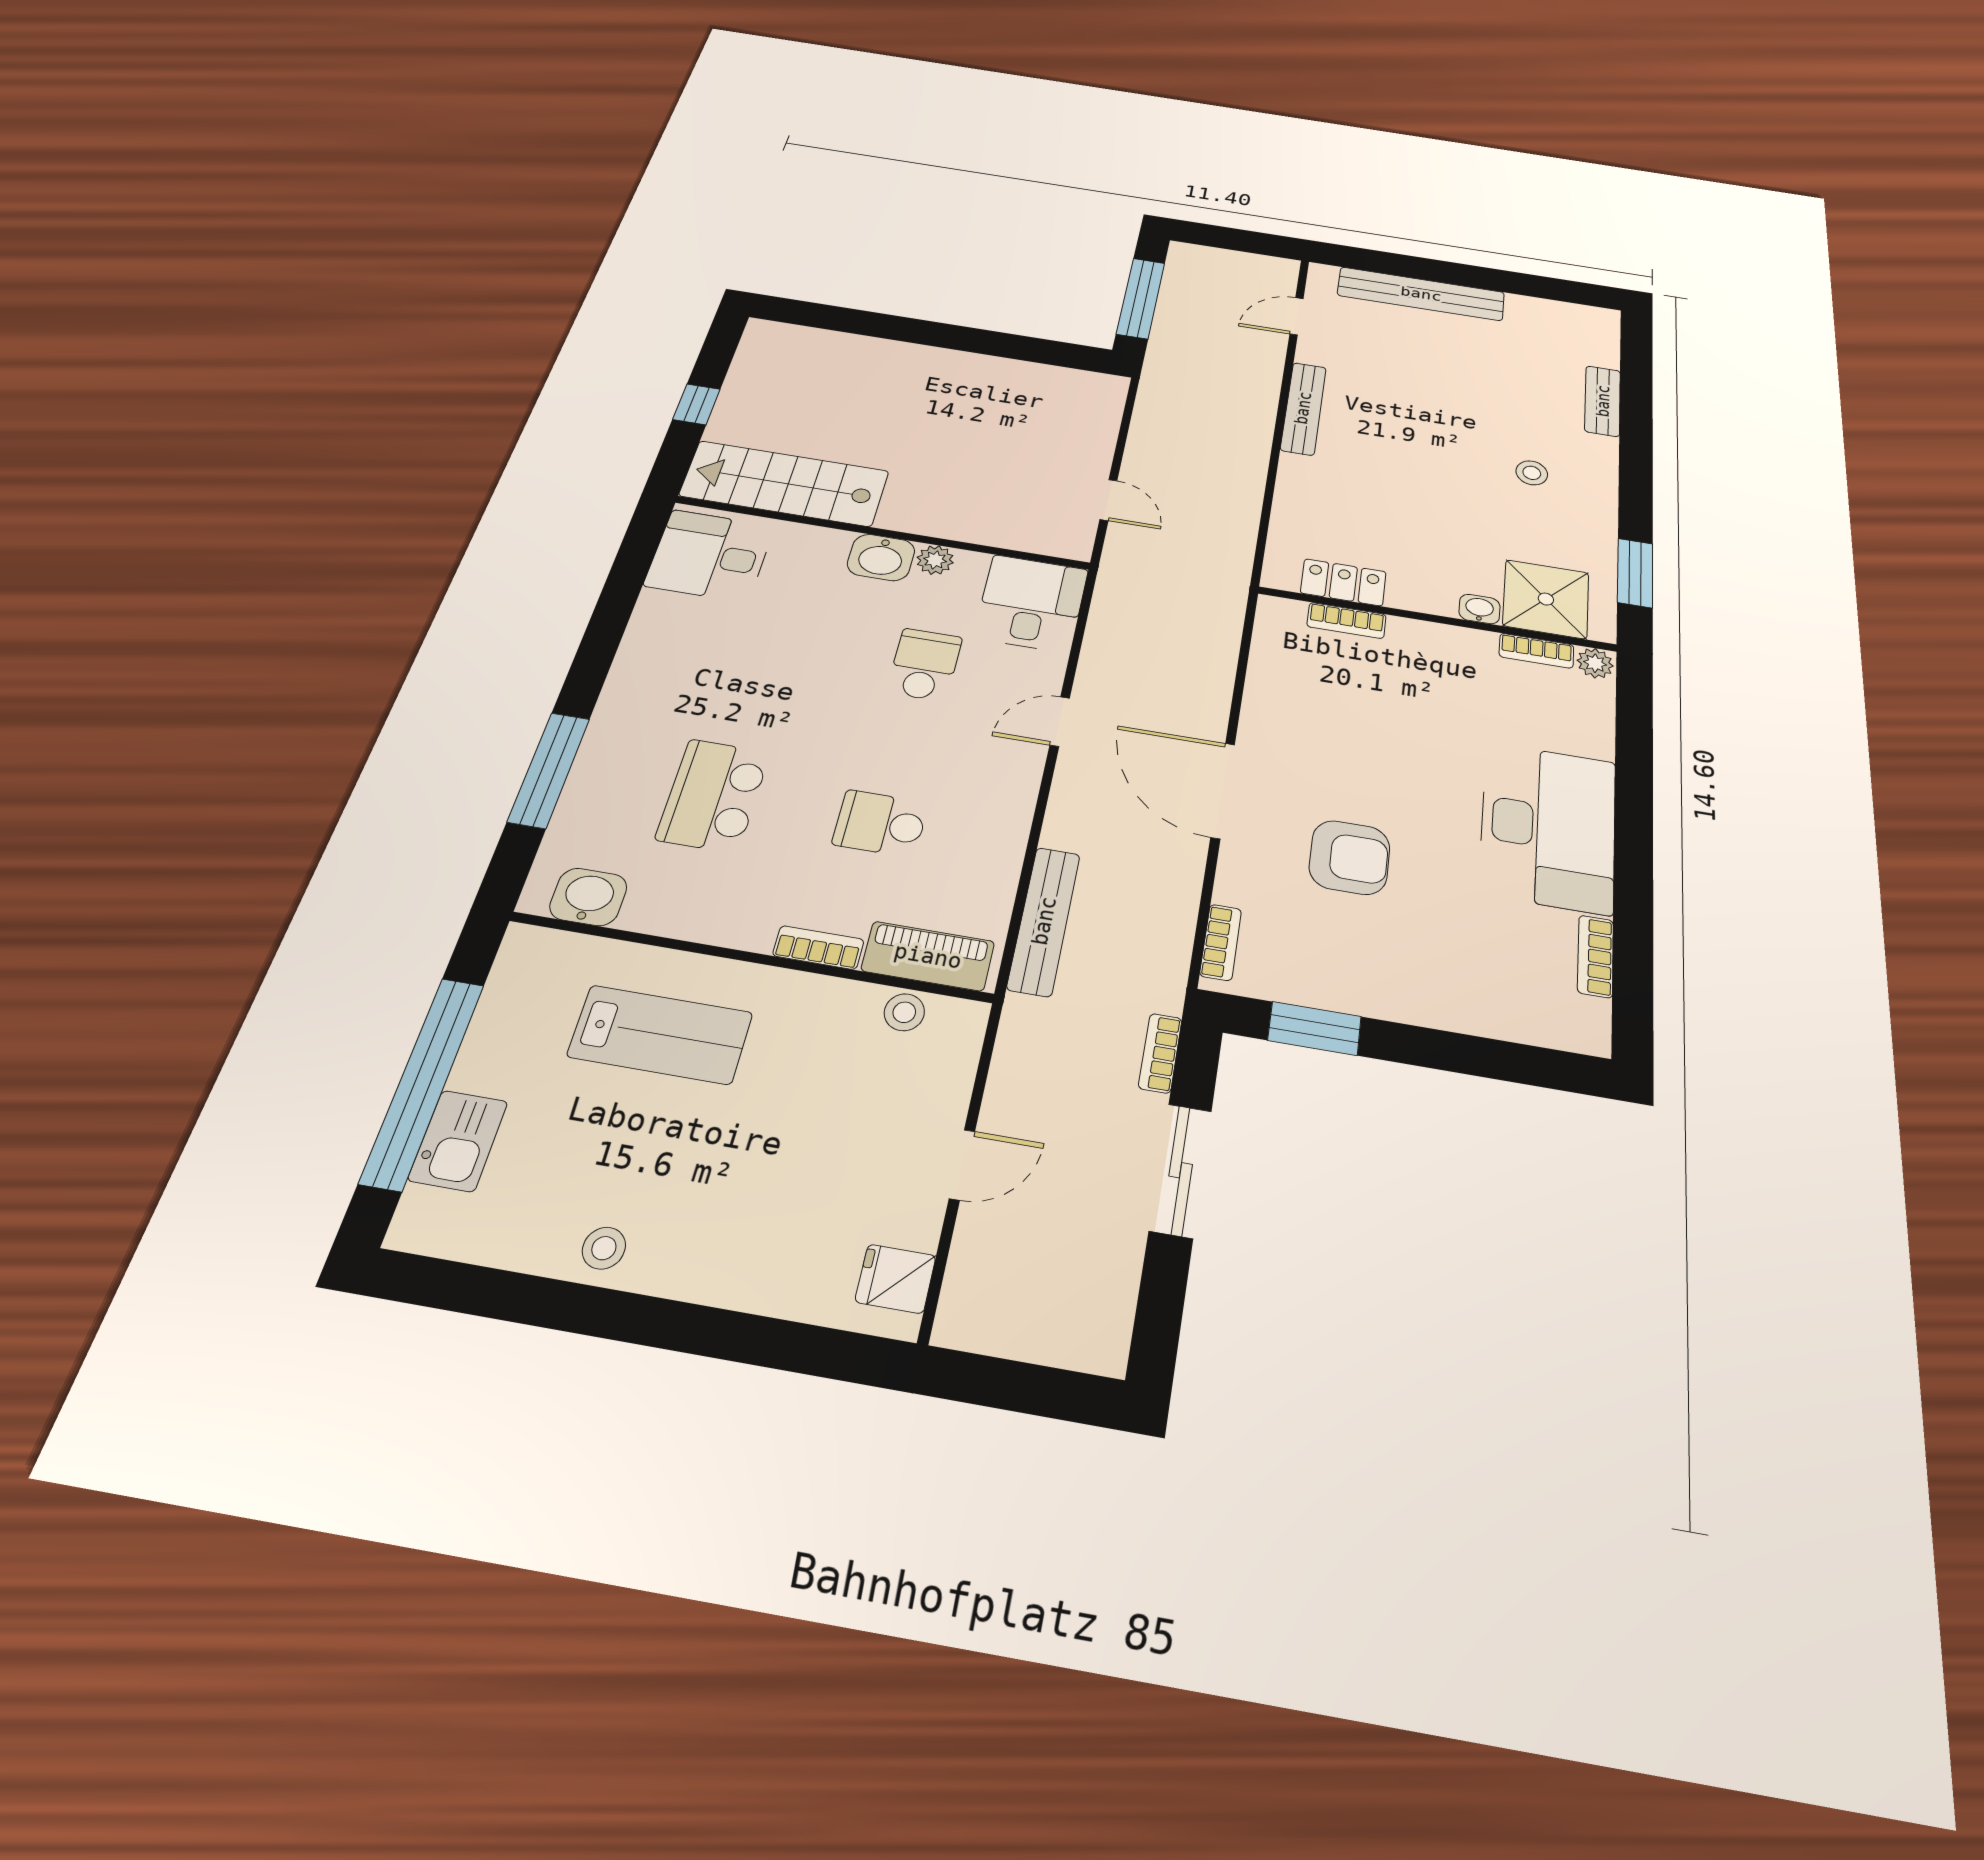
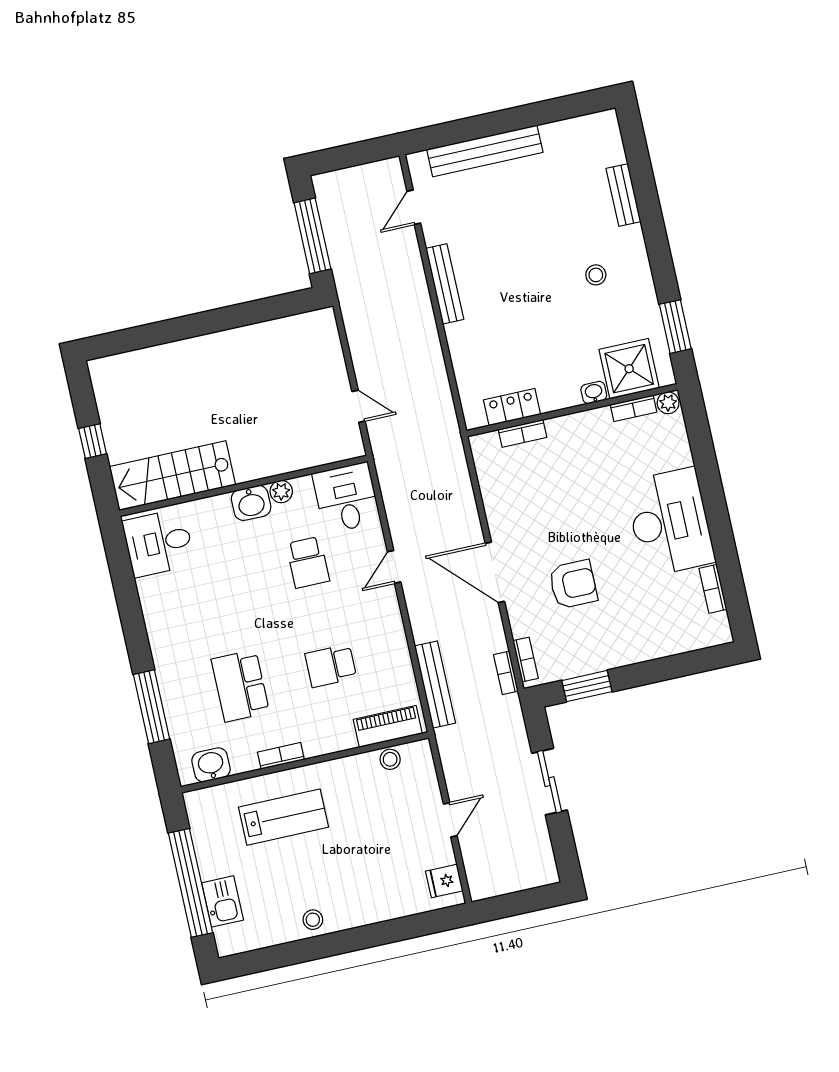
school desk: (924, 665) -> (308, 562), turned 180
bookcase: (818, 948) -> (281, 756), moved
bookcase: (1160, 1053) -> (506, 673), moved

